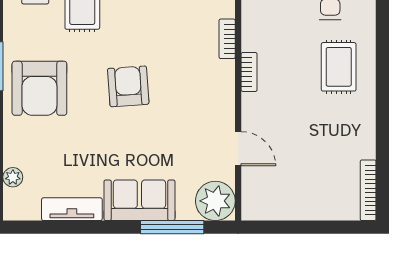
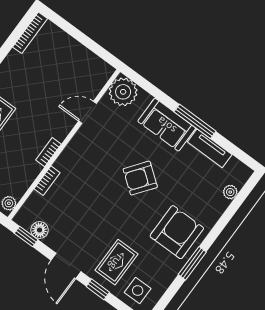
armchair: (128, 86) -> (140, 178), moved, turned 41
door: (238, 149) -> (88, 112), hinge flipped
window: (172, 227) -> (195, 121), moved

